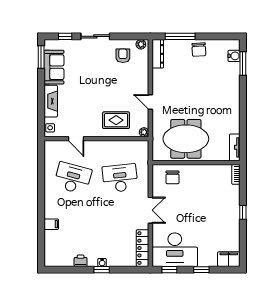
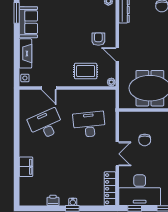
armchair: (123, 56) -> (98, 39), moved
chair: (173, 177) -> (145, 140), moved
desk: (73, 178) -> (46, 124), turned -39
filing cabinet: (51, 224) -> (26, 167), width x2.00

